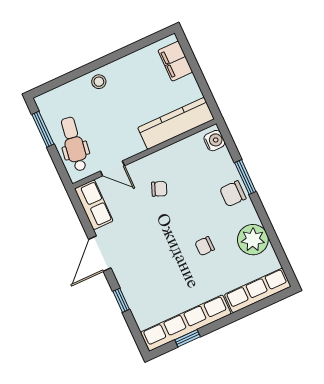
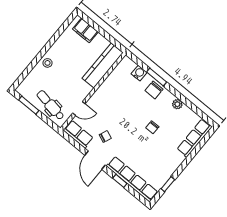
water cooler: (214, 141) -> (139, 73), moved
chair: (159, 189) -> (105, 136), moved
plant: (253, 240) -> (177, 104), width x0.53, depth x0.53
row of seats: (186, 323) -> (132, 179), moved, turned 90

